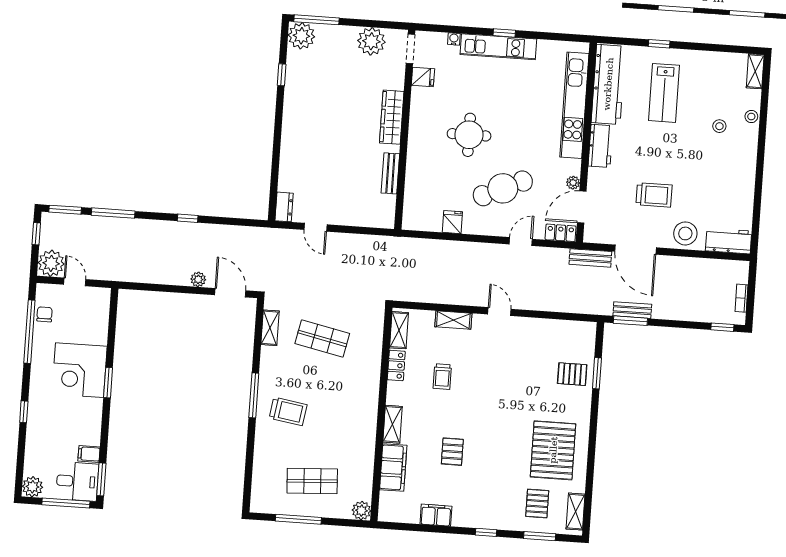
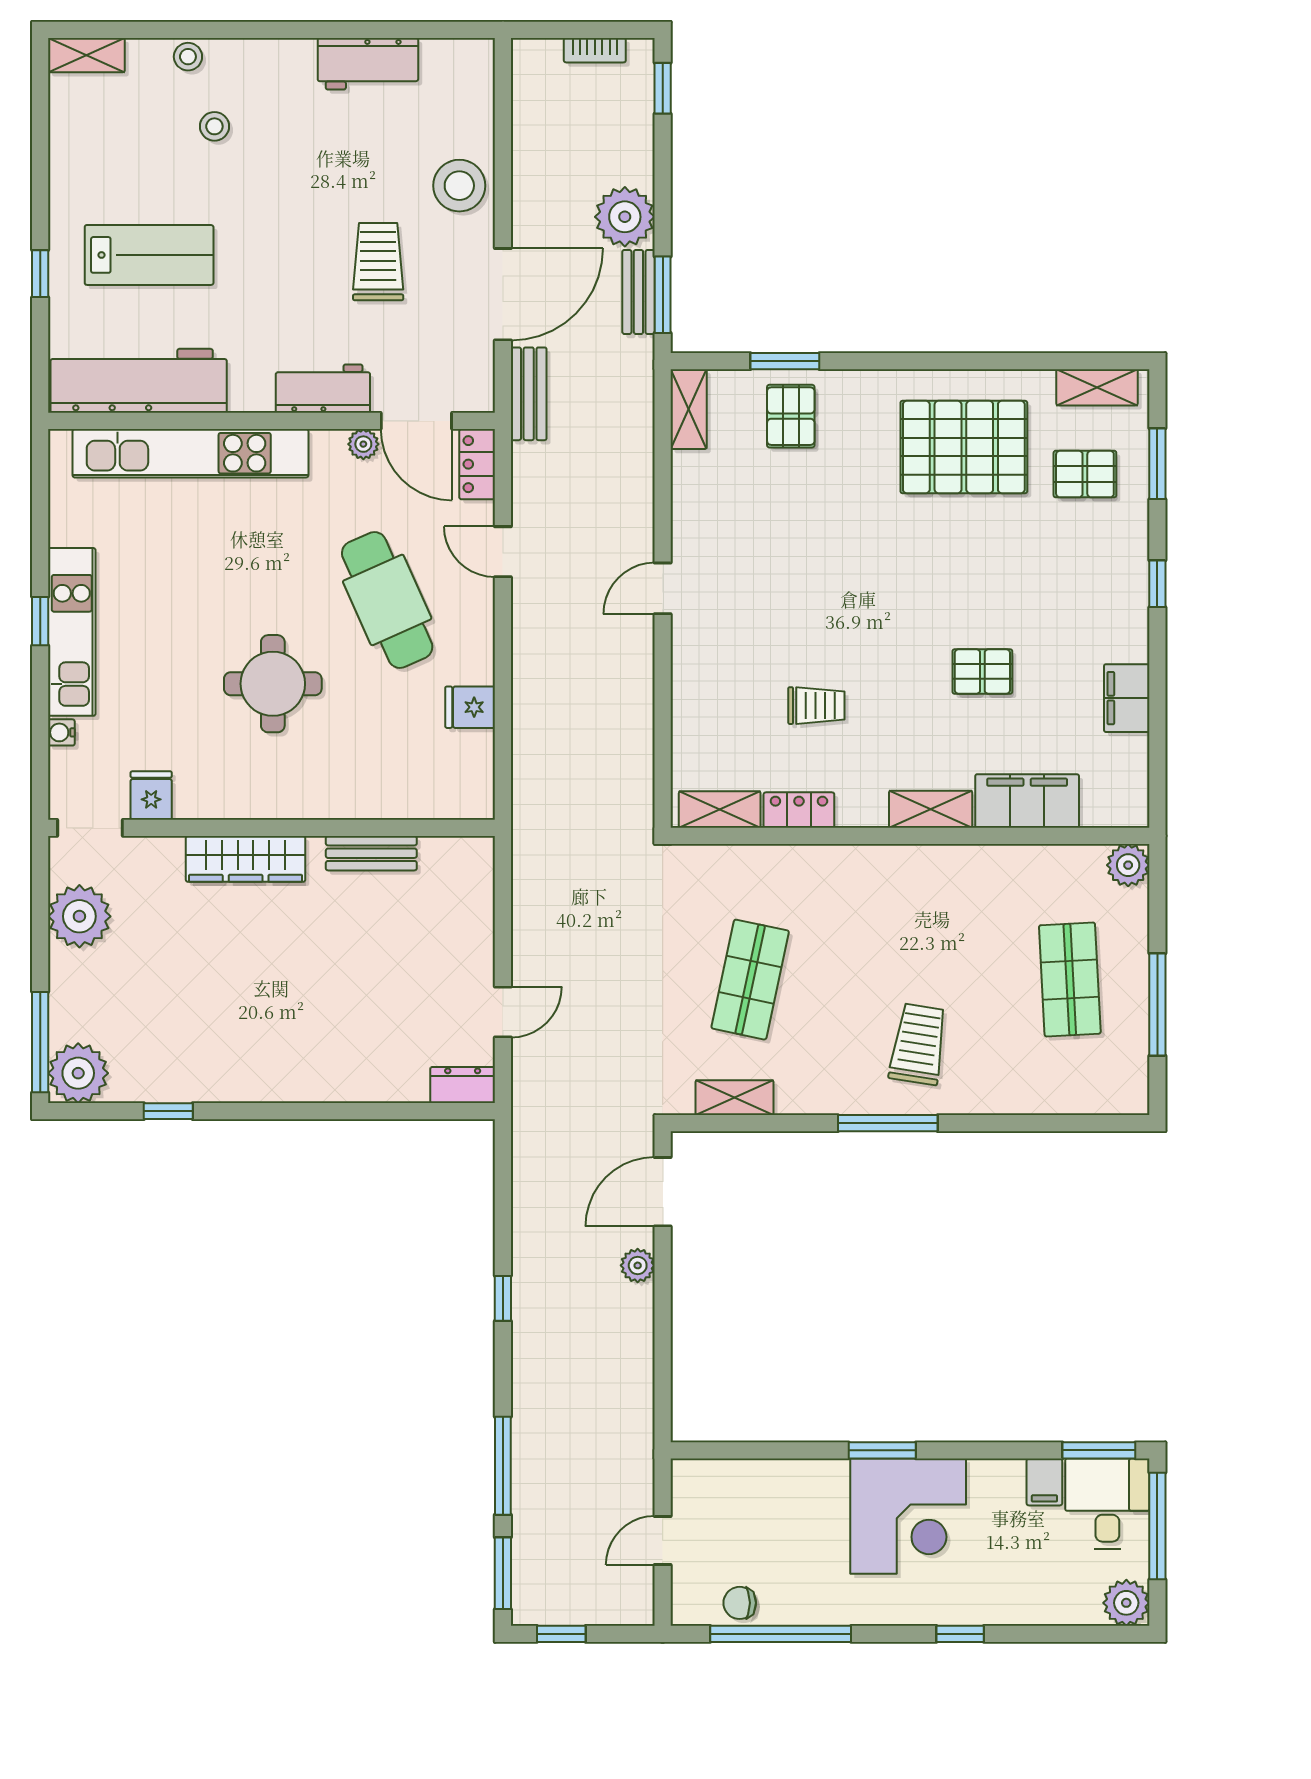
workbench: (600, 146) -> (323, 389), moved
workbench: (729, 241) -> (368, 64), moved, turned -90
plant: (51, 263) -> (625, 217), moved
shelving: (453, 320) -> (689, 409), moved
corner desk: (80, 370) -> (908, 1516), moved

